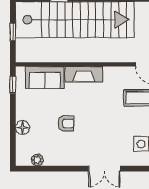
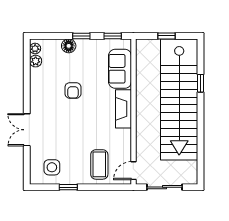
window: (13, 115) -> (81, 36), added
plant: (25, 160) -> (35, 49), added

